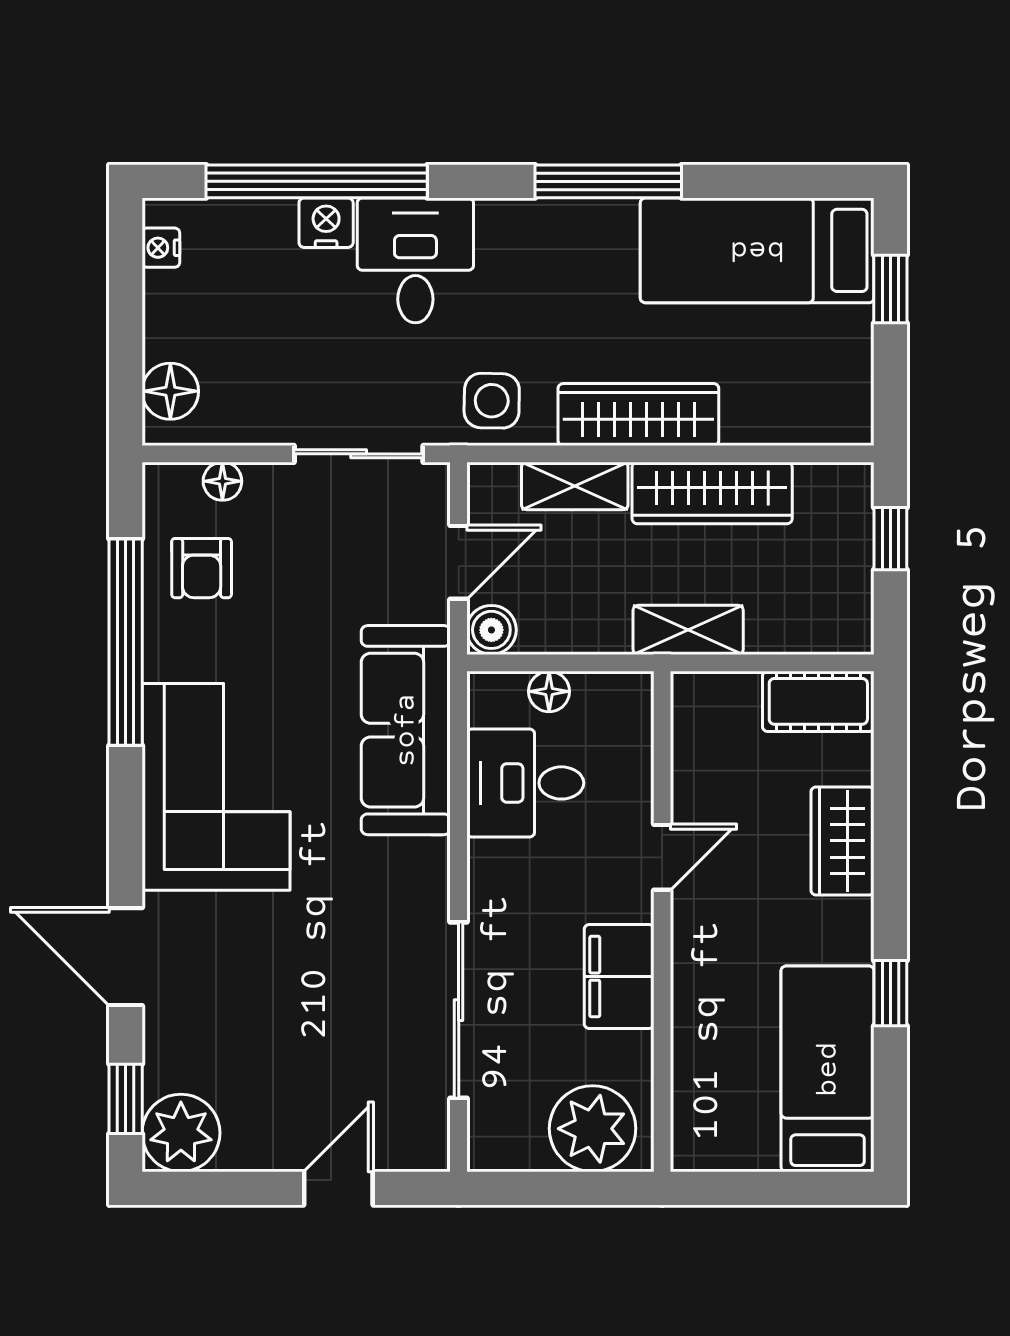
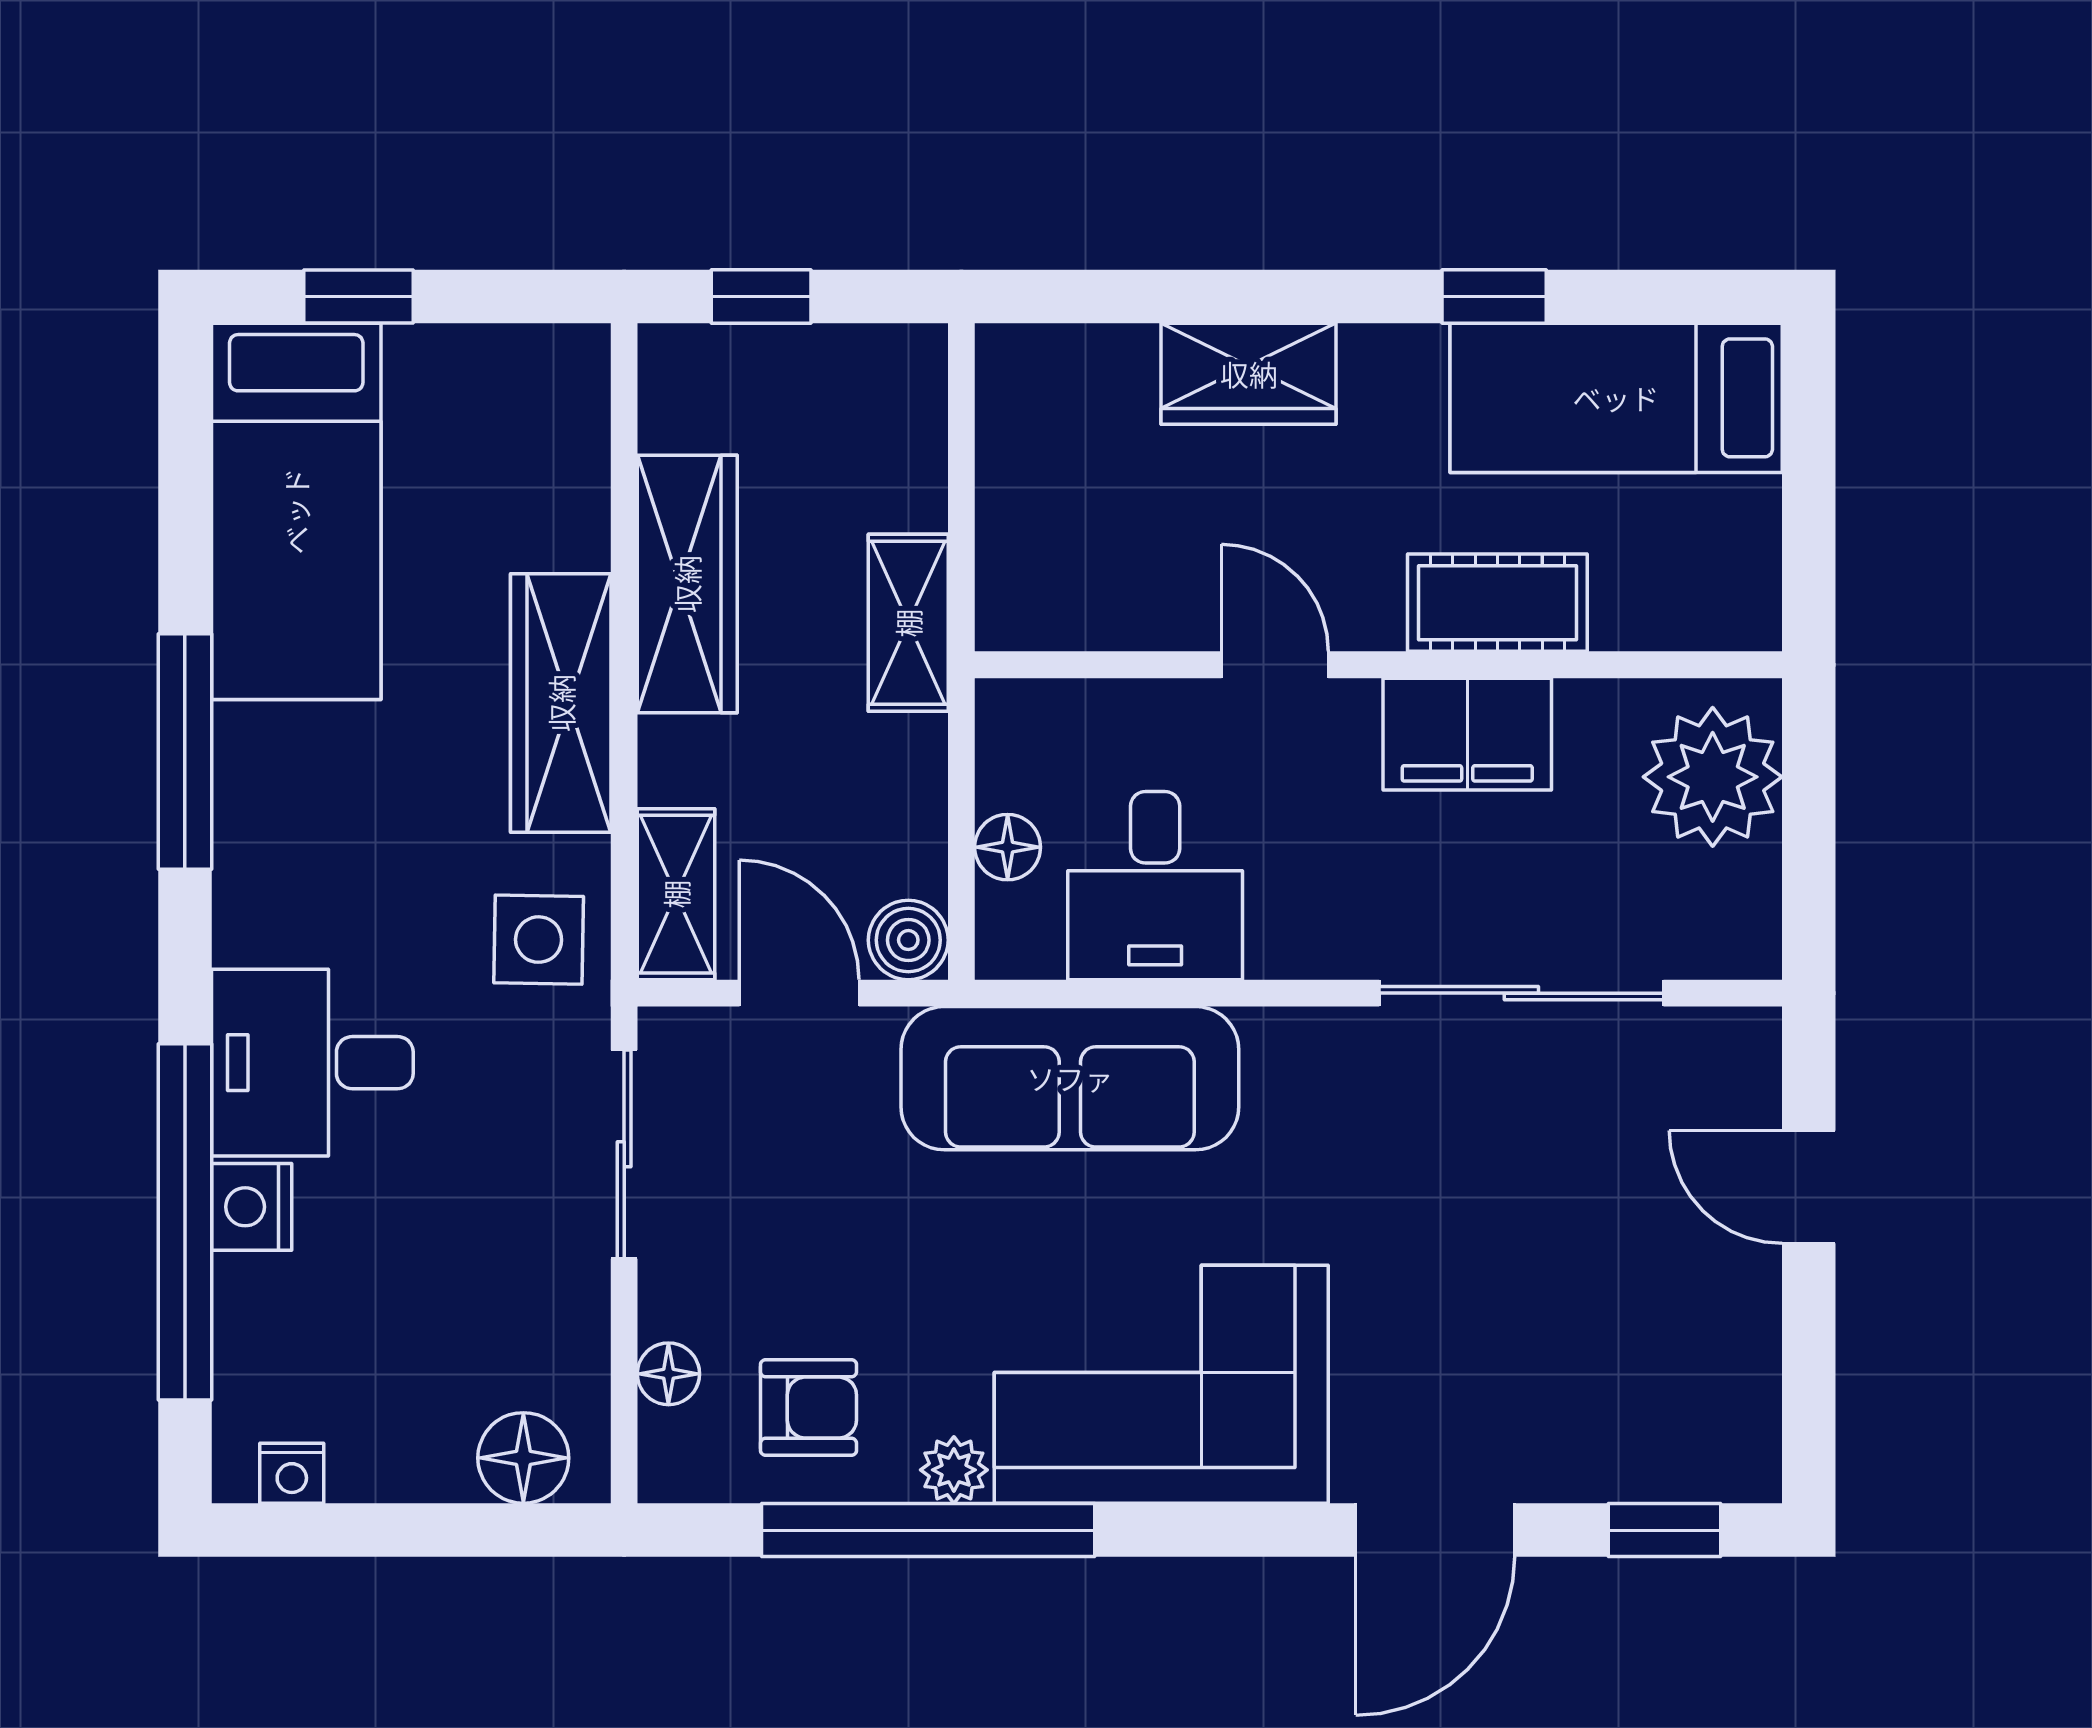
shelving: (575, 486) -> (676, 894), moved
cot: (818, 701) -> (1497, 603), moved, turned 90
plant: (181, 1133) -> (954, 1470), moved, width x0.53, depth x0.53

